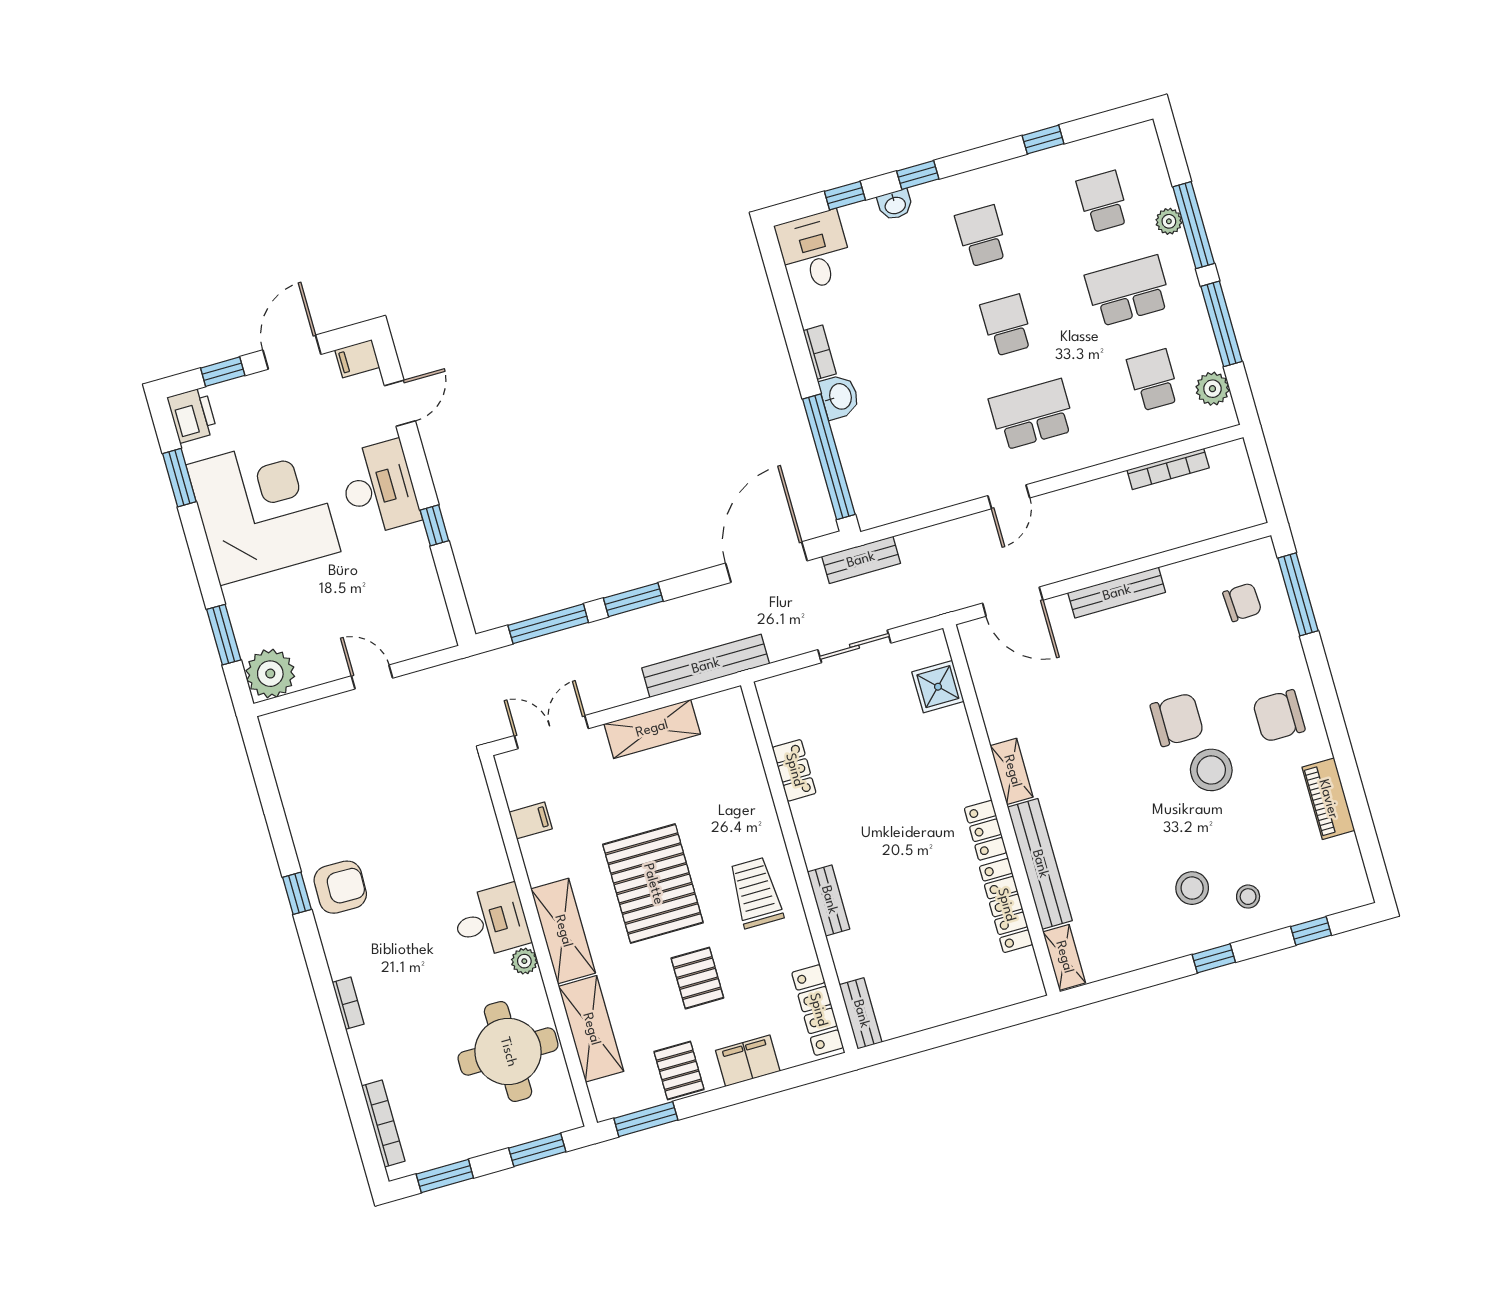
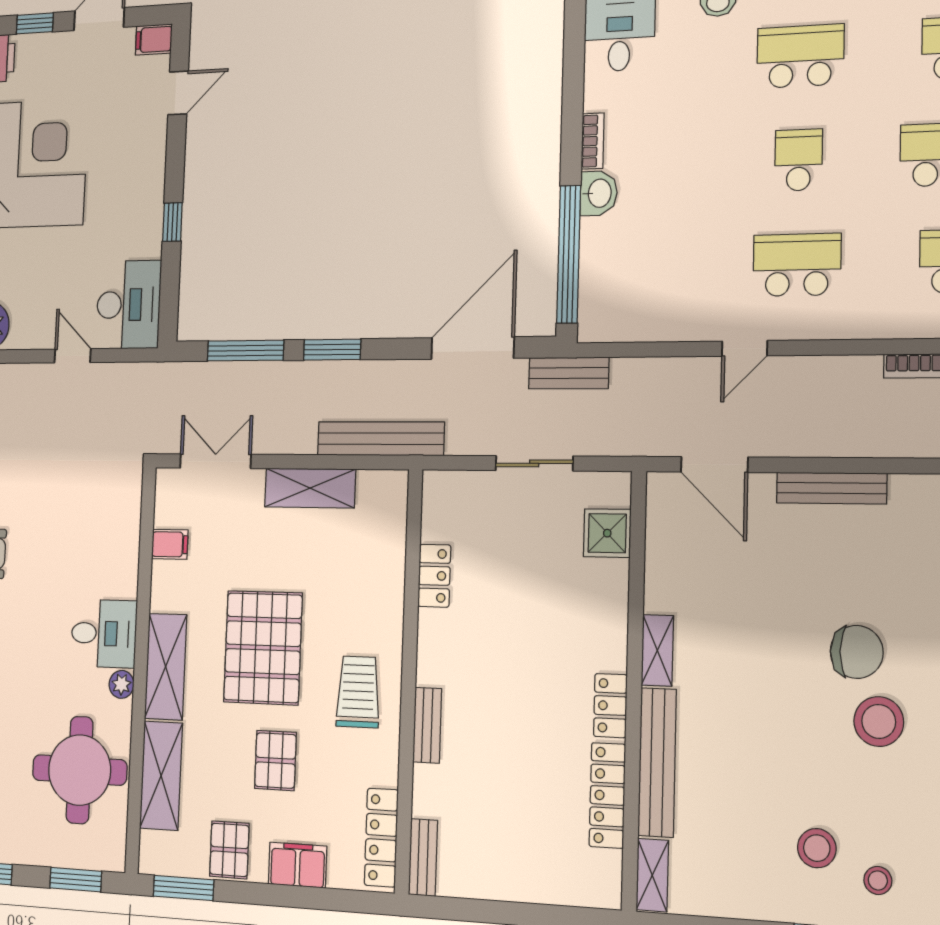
school desk: (981, 236) -> (800, 56), width x1.85
desk: (379, 488) -> (128, 305), moved

